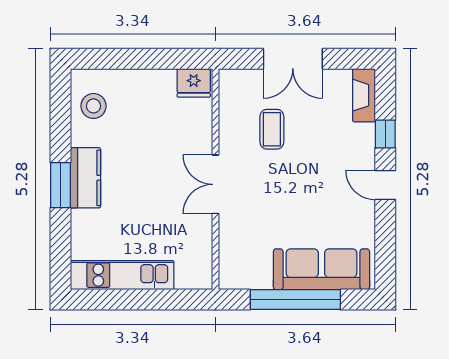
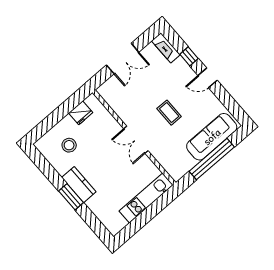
fridge: (194, 83) -> (81, 113), moved
stool: (93, 106) -> (69, 145), moved
coffee table: (272, 129) -> (169, 113), moved
kitchen unit: (122, 275) -> (146, 198), moved

